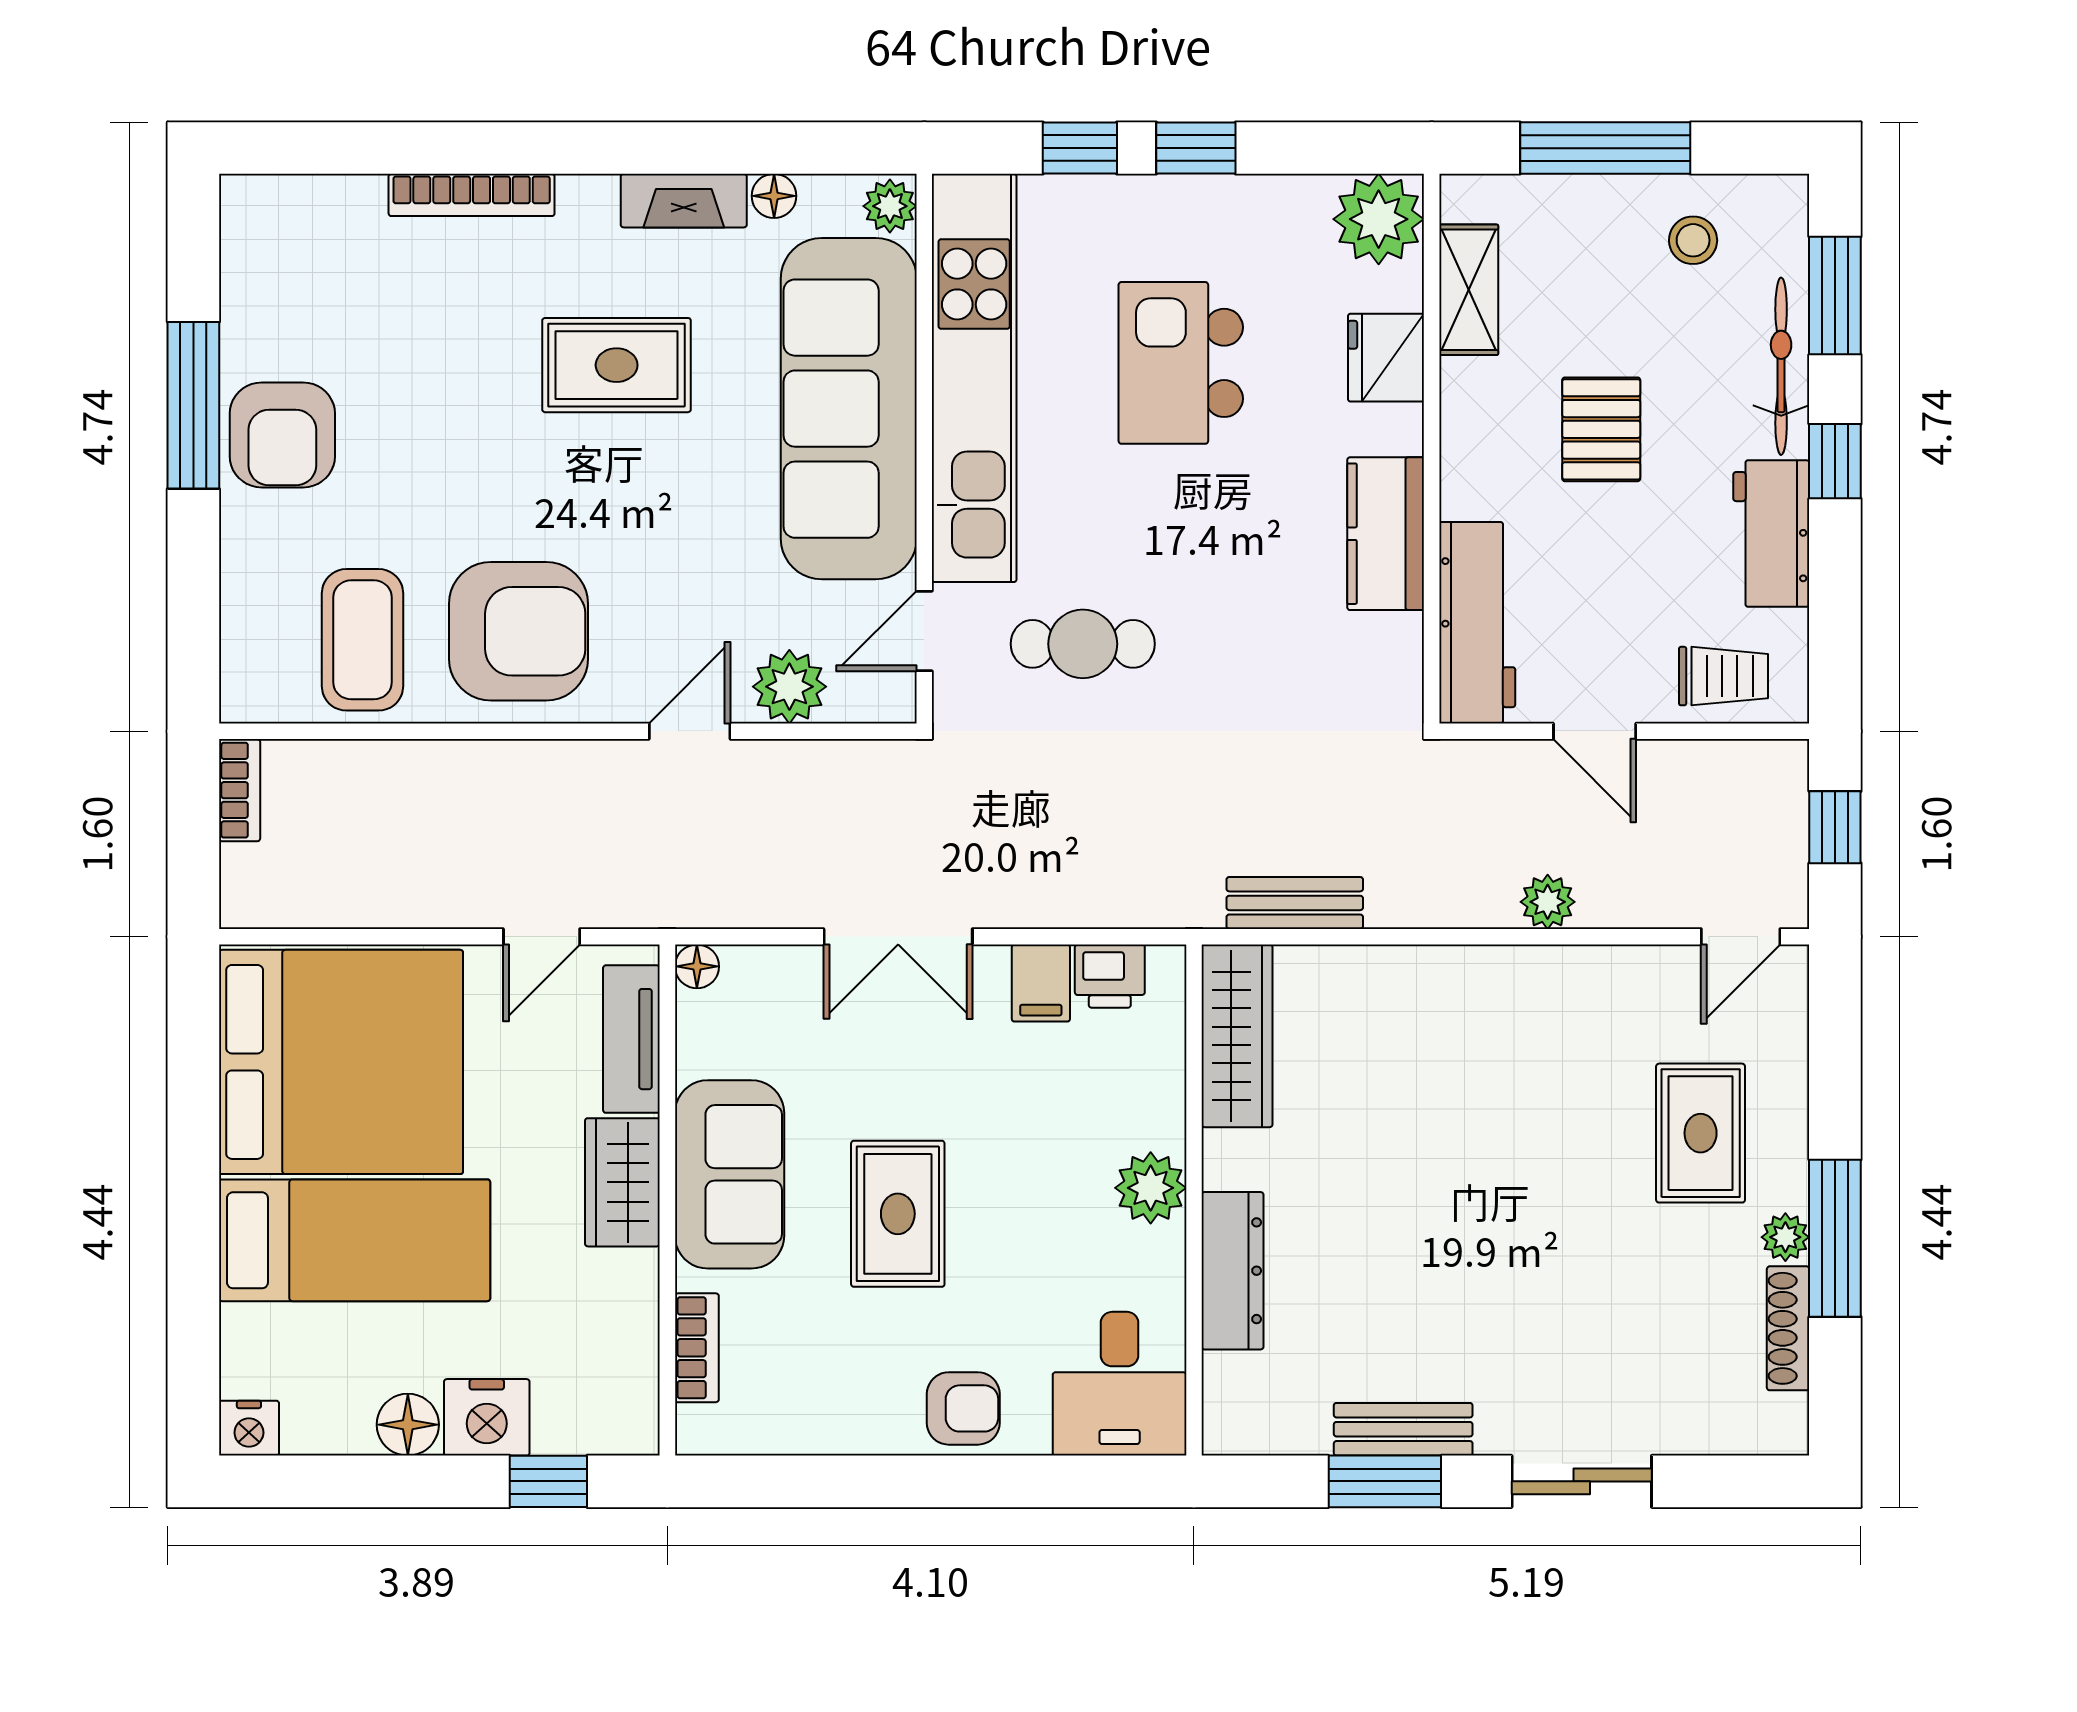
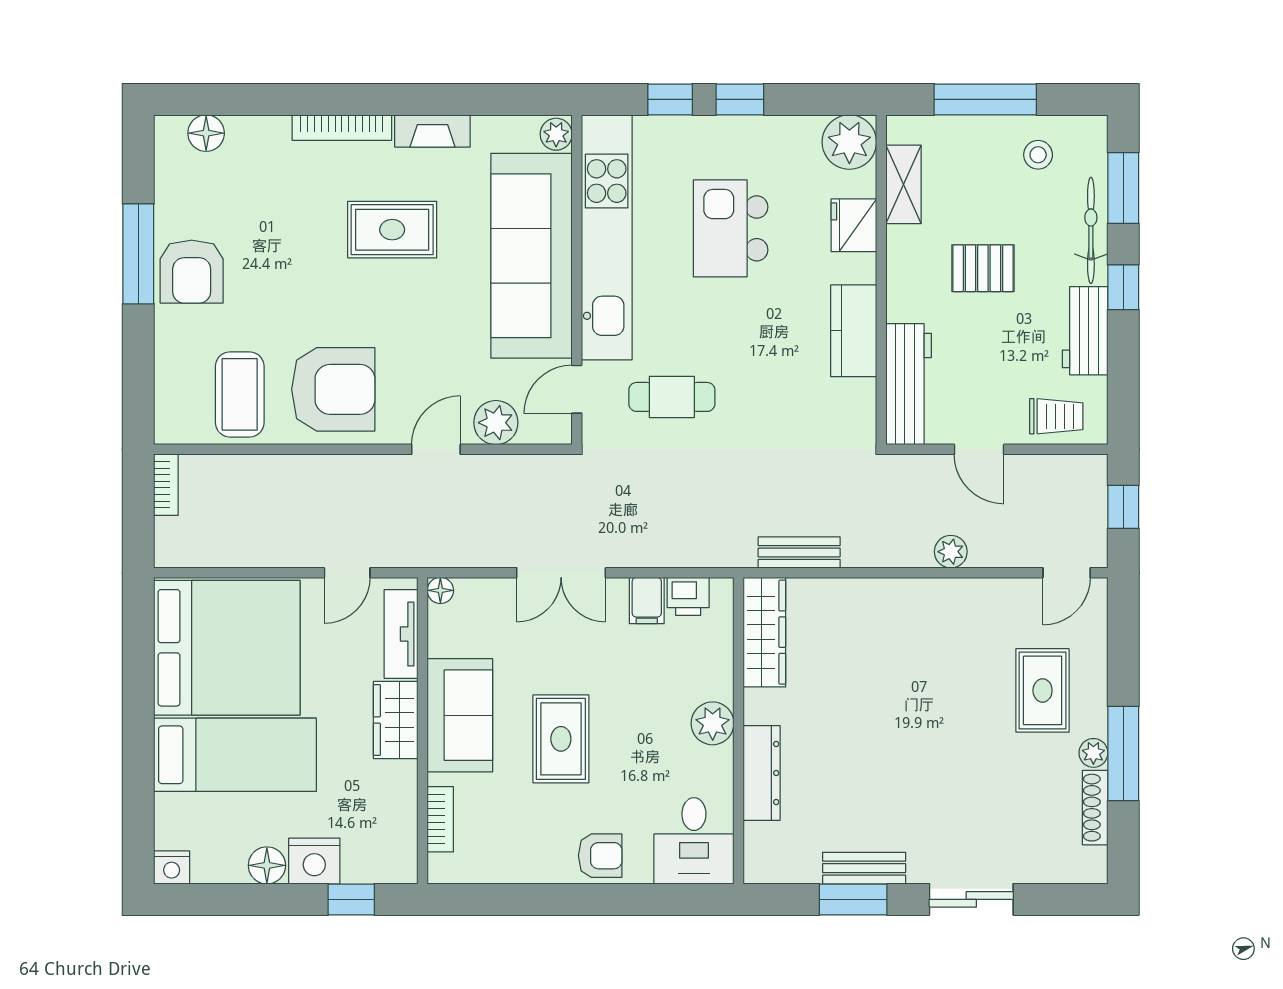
bookcase: (472, 195) -> (342, 128), moved
floor lamp: (774, 196) -> (206, 133), moved, width x1.37, depth x1.37
pallet: (1601, 429) -> (983, 268), turned 90

